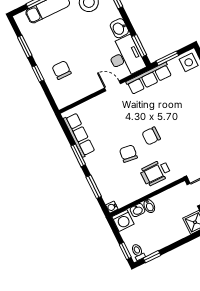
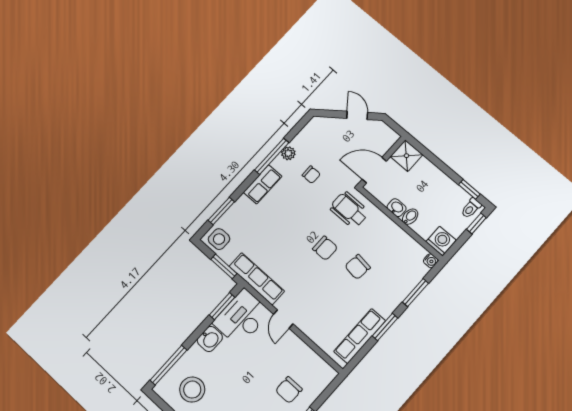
wheelchair: (155, 173) -> (349, 210), moved, turned 180
washbasin: (137, 210) -> (397, 208), moved

